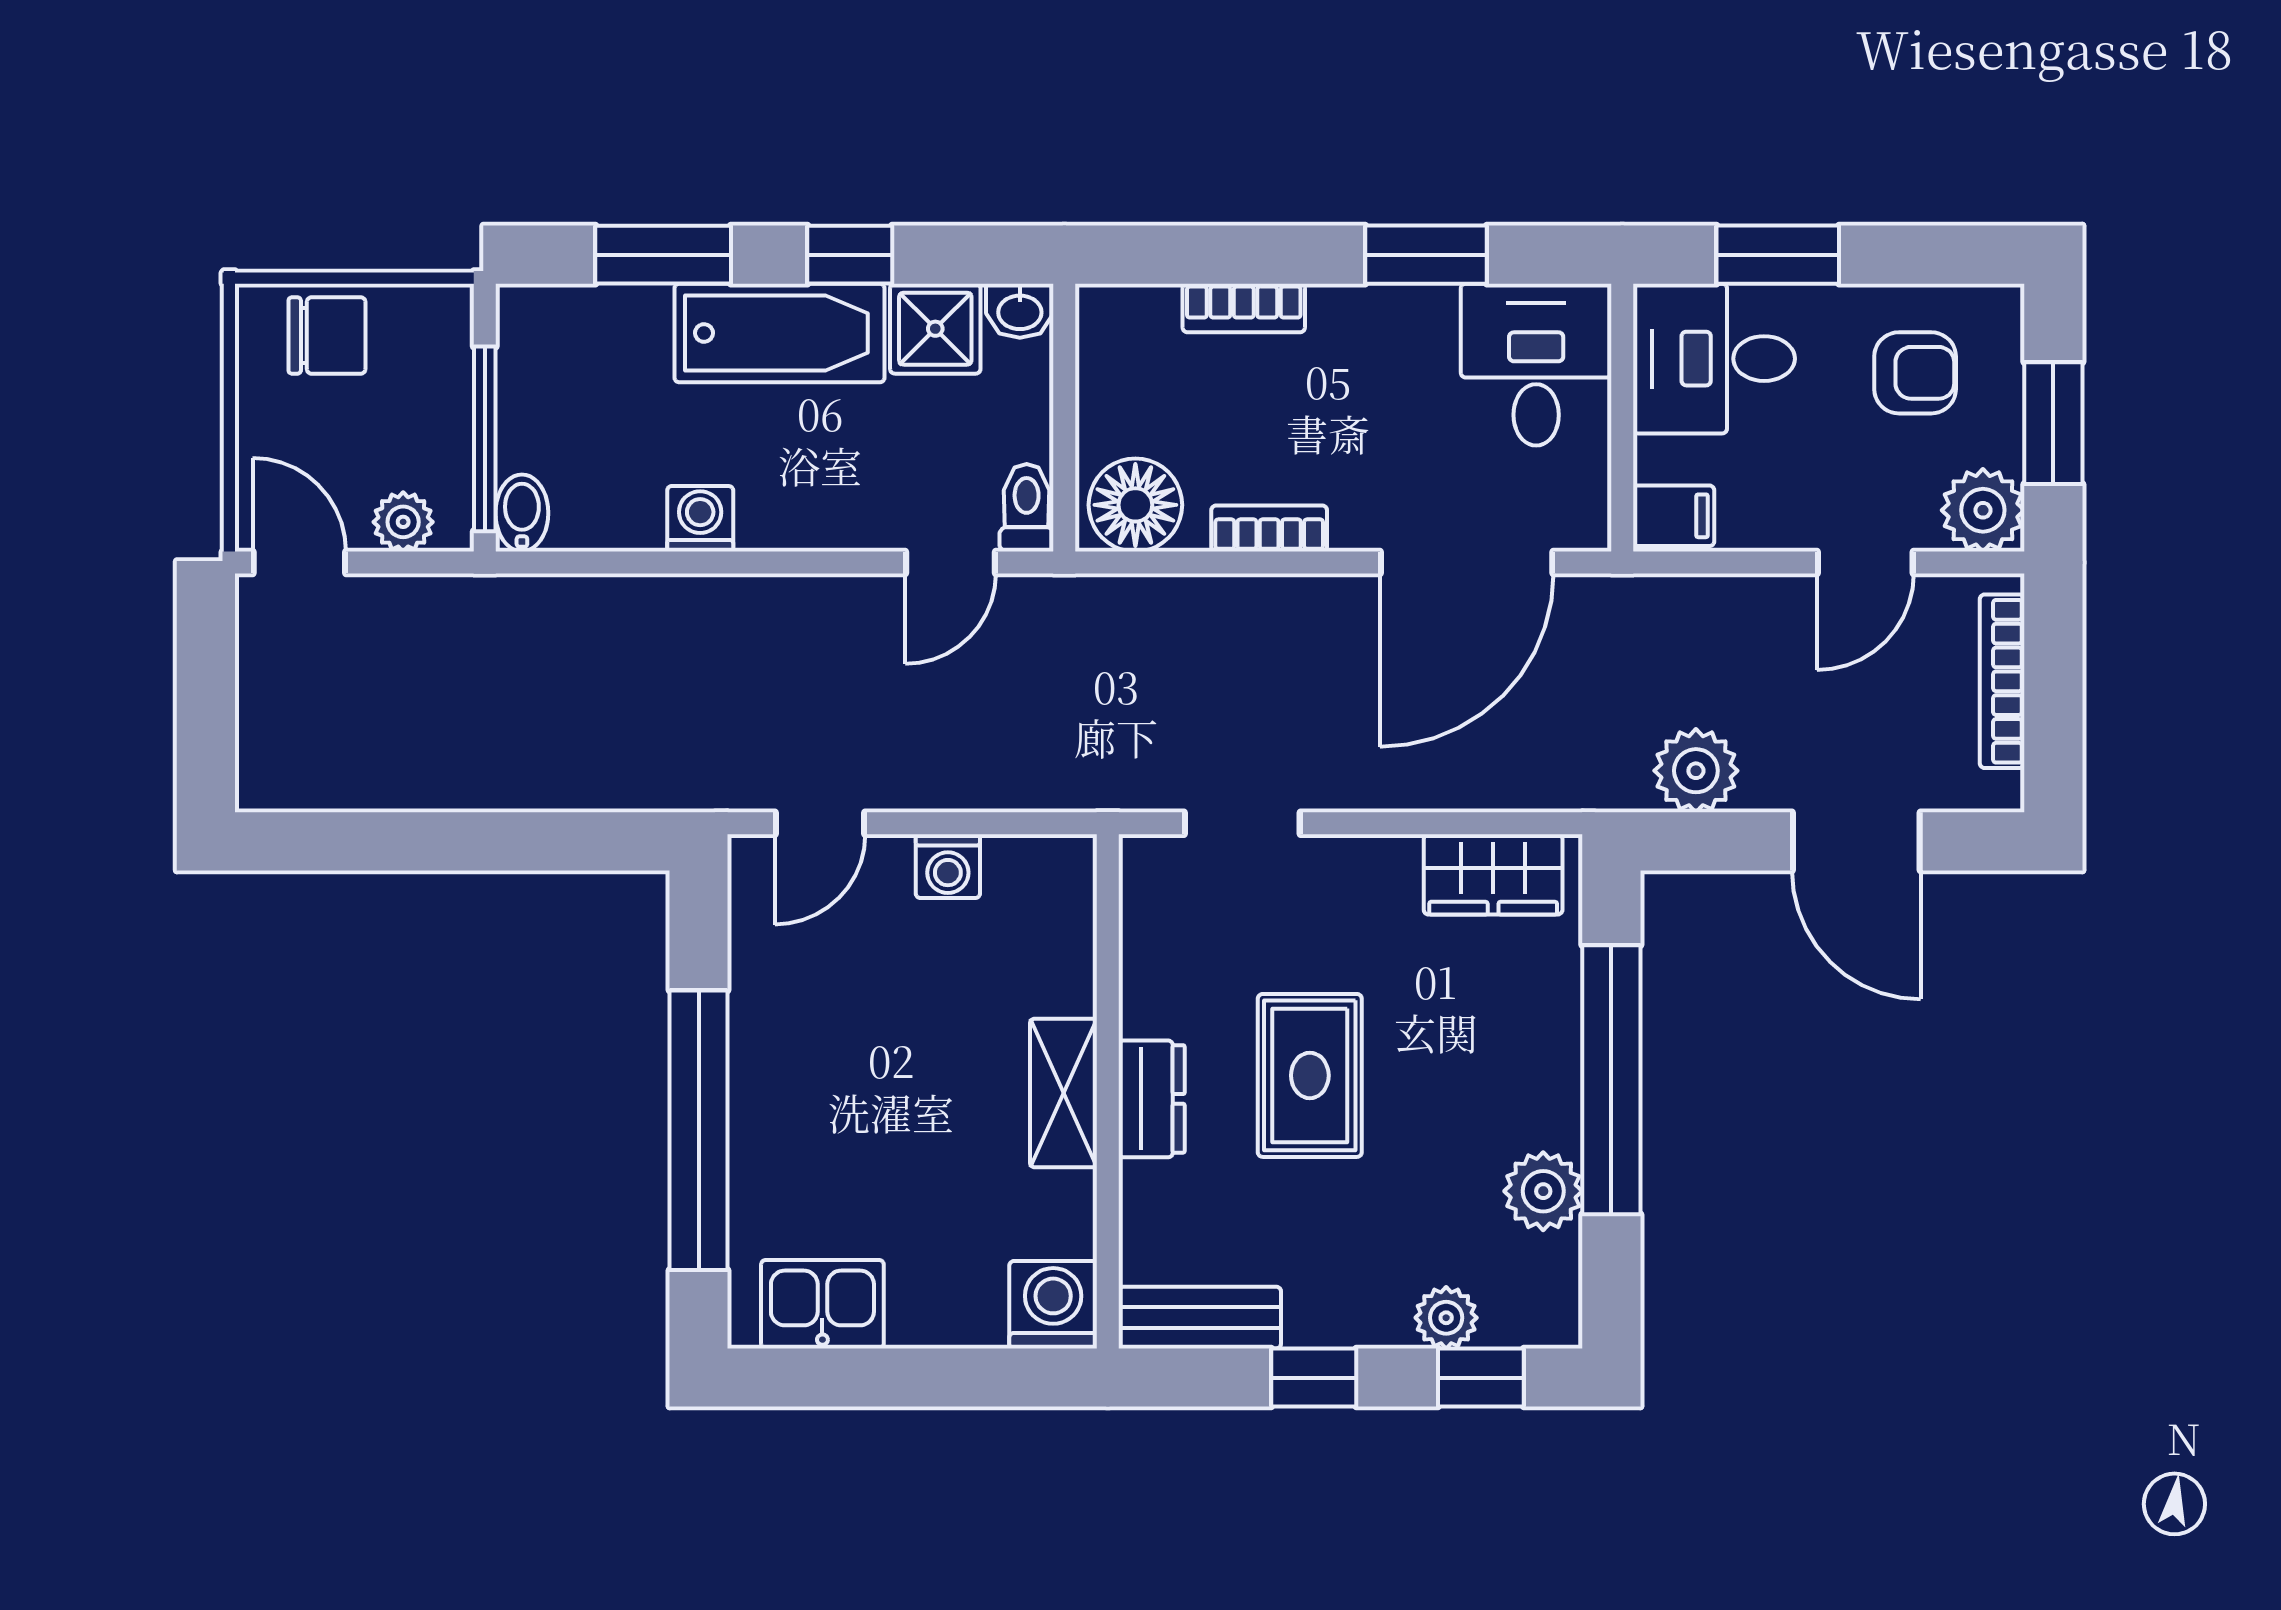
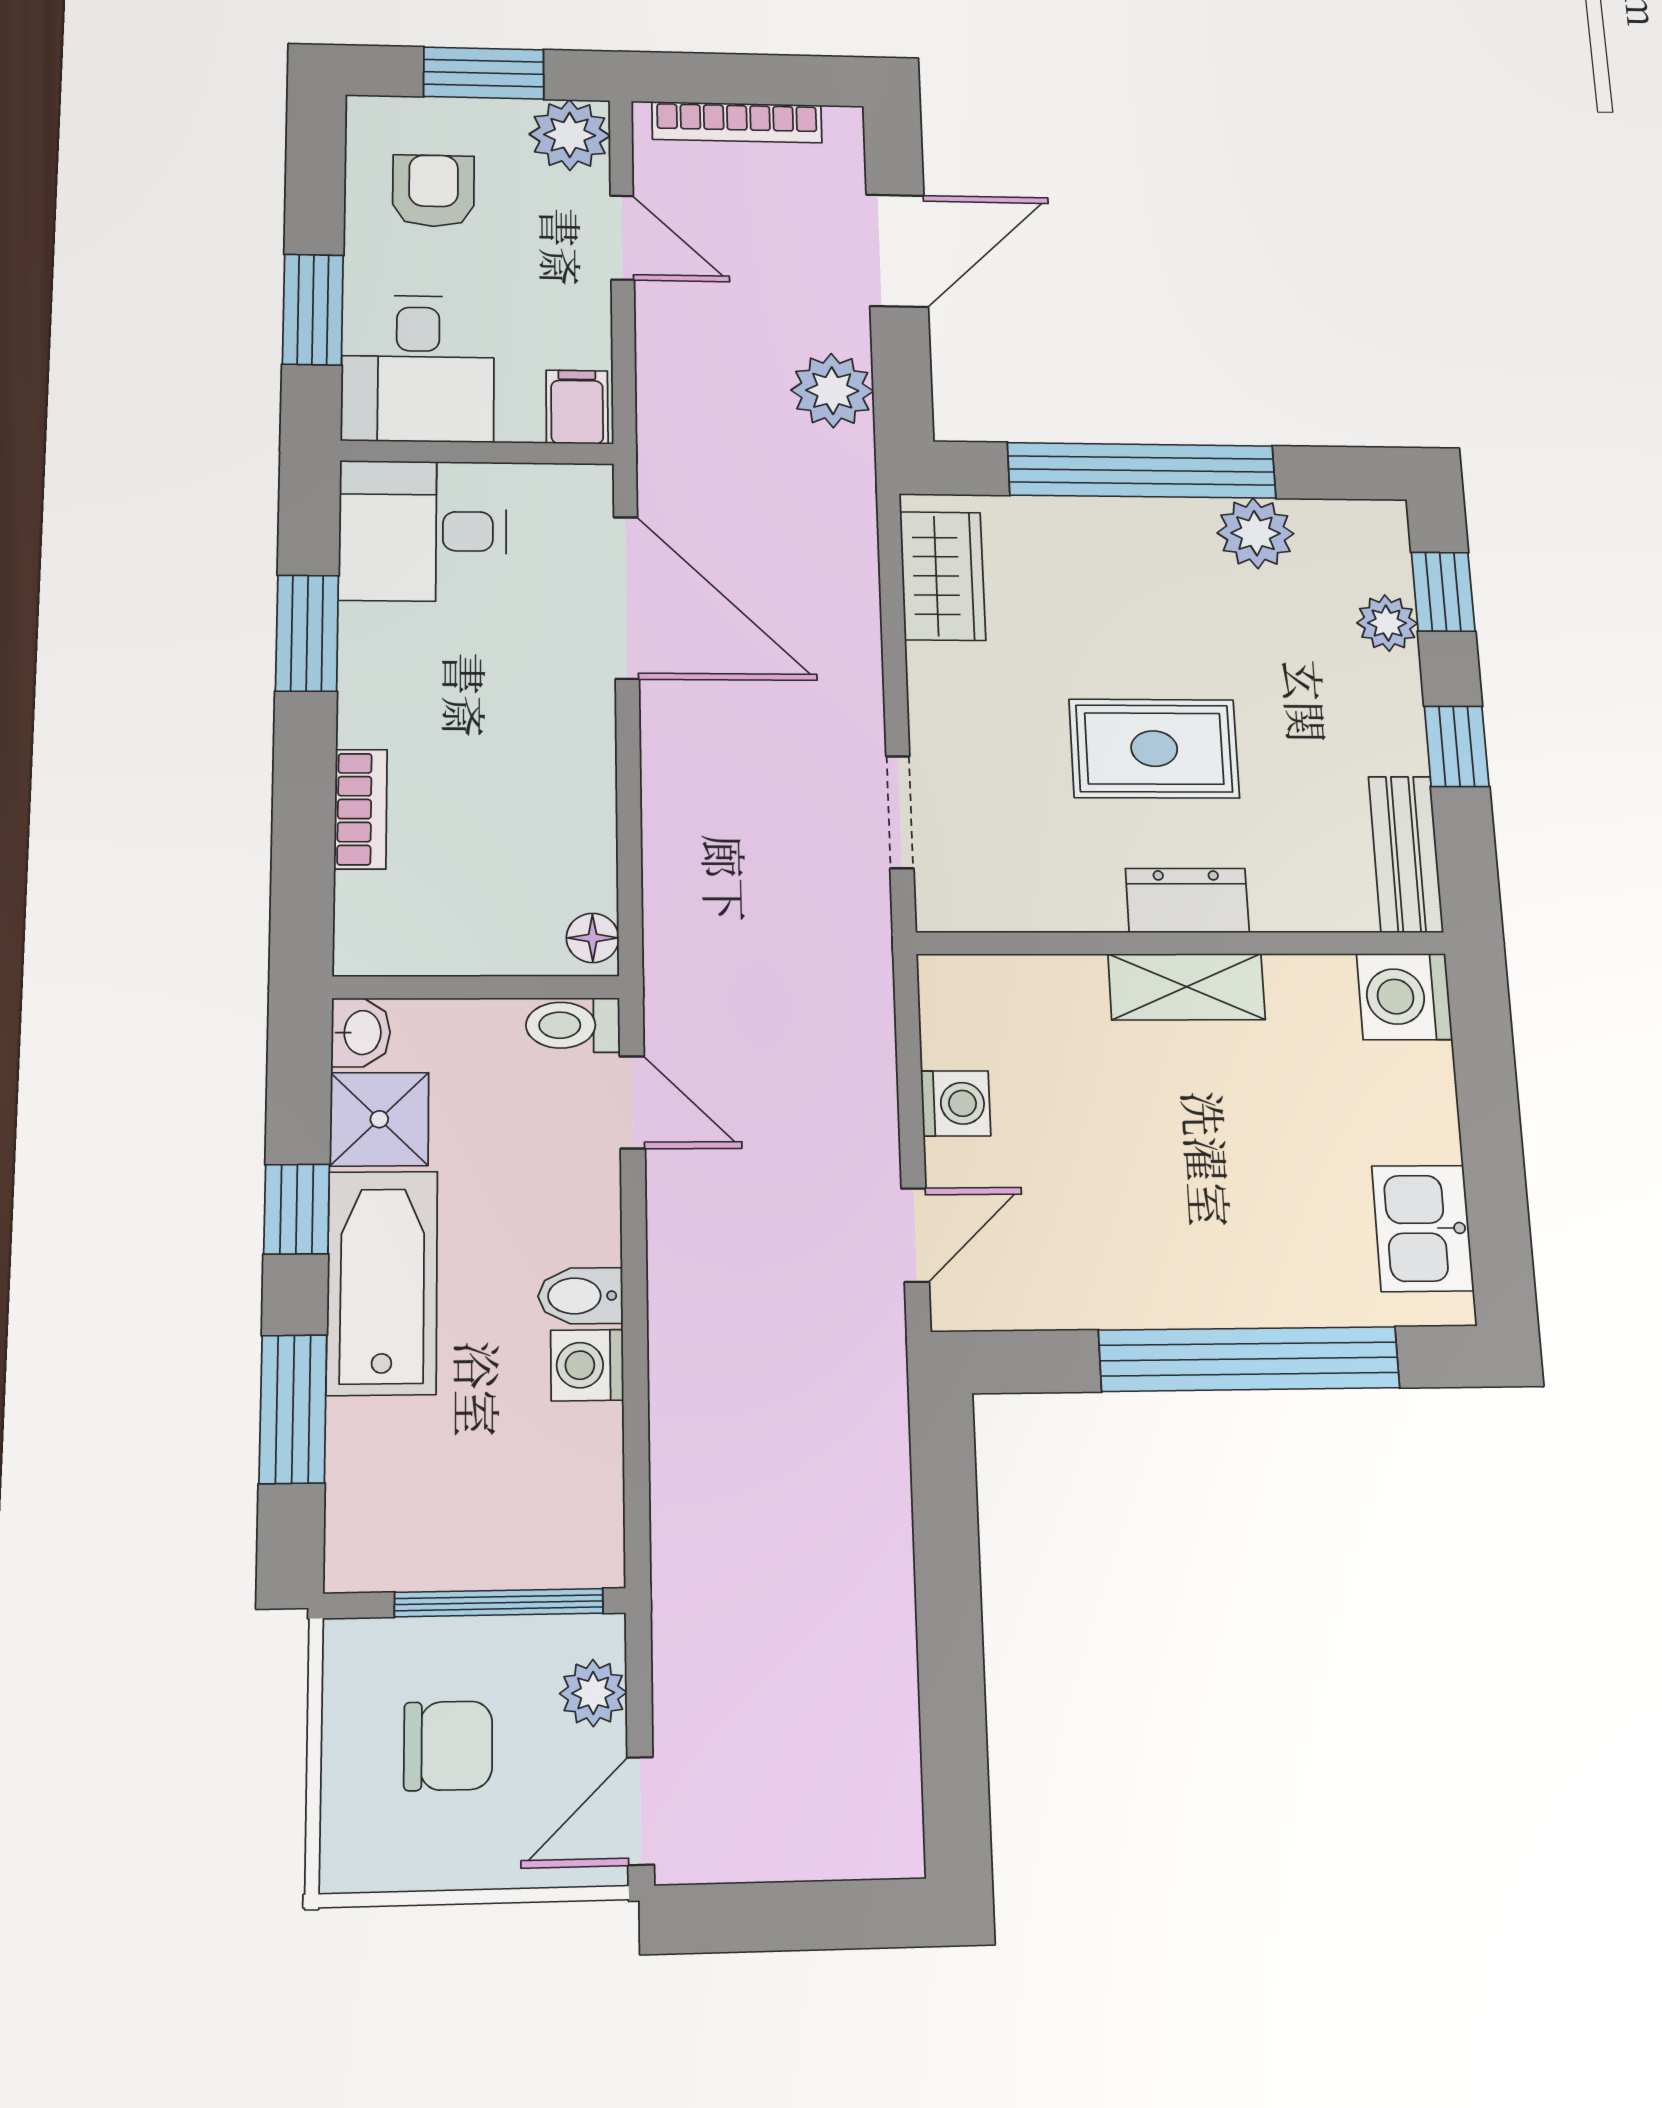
chair: (327, 335) -> (448, 1746), moved, turned 90
floor lamp: (1135, 505) -> (593, 938), width x0.53, depth x0.53
bidet: (522, 513) -> (580, 1296), moved
bookcase: (1269, 528) -> (593, 785), removed
door: (820, 823) -> (915, 1235), hinge flipped

